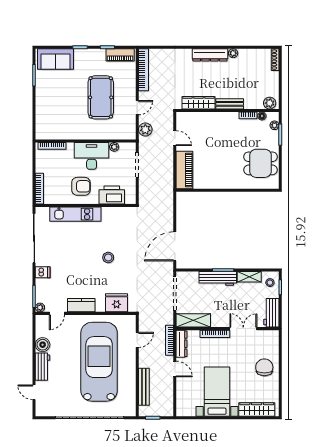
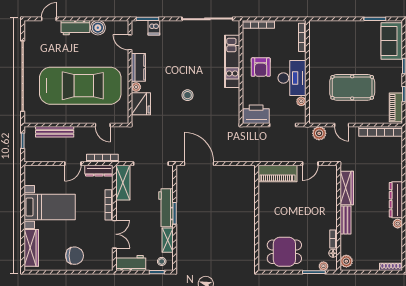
dining table: (260, 163) -> (284, 252), turned 90
printer: (112, 195) -> (256, 114), moved, turned -90
dishwasher: (43, 272) -> (154, 28), moved
plant: (40, 307) -> (136, 87), moved

